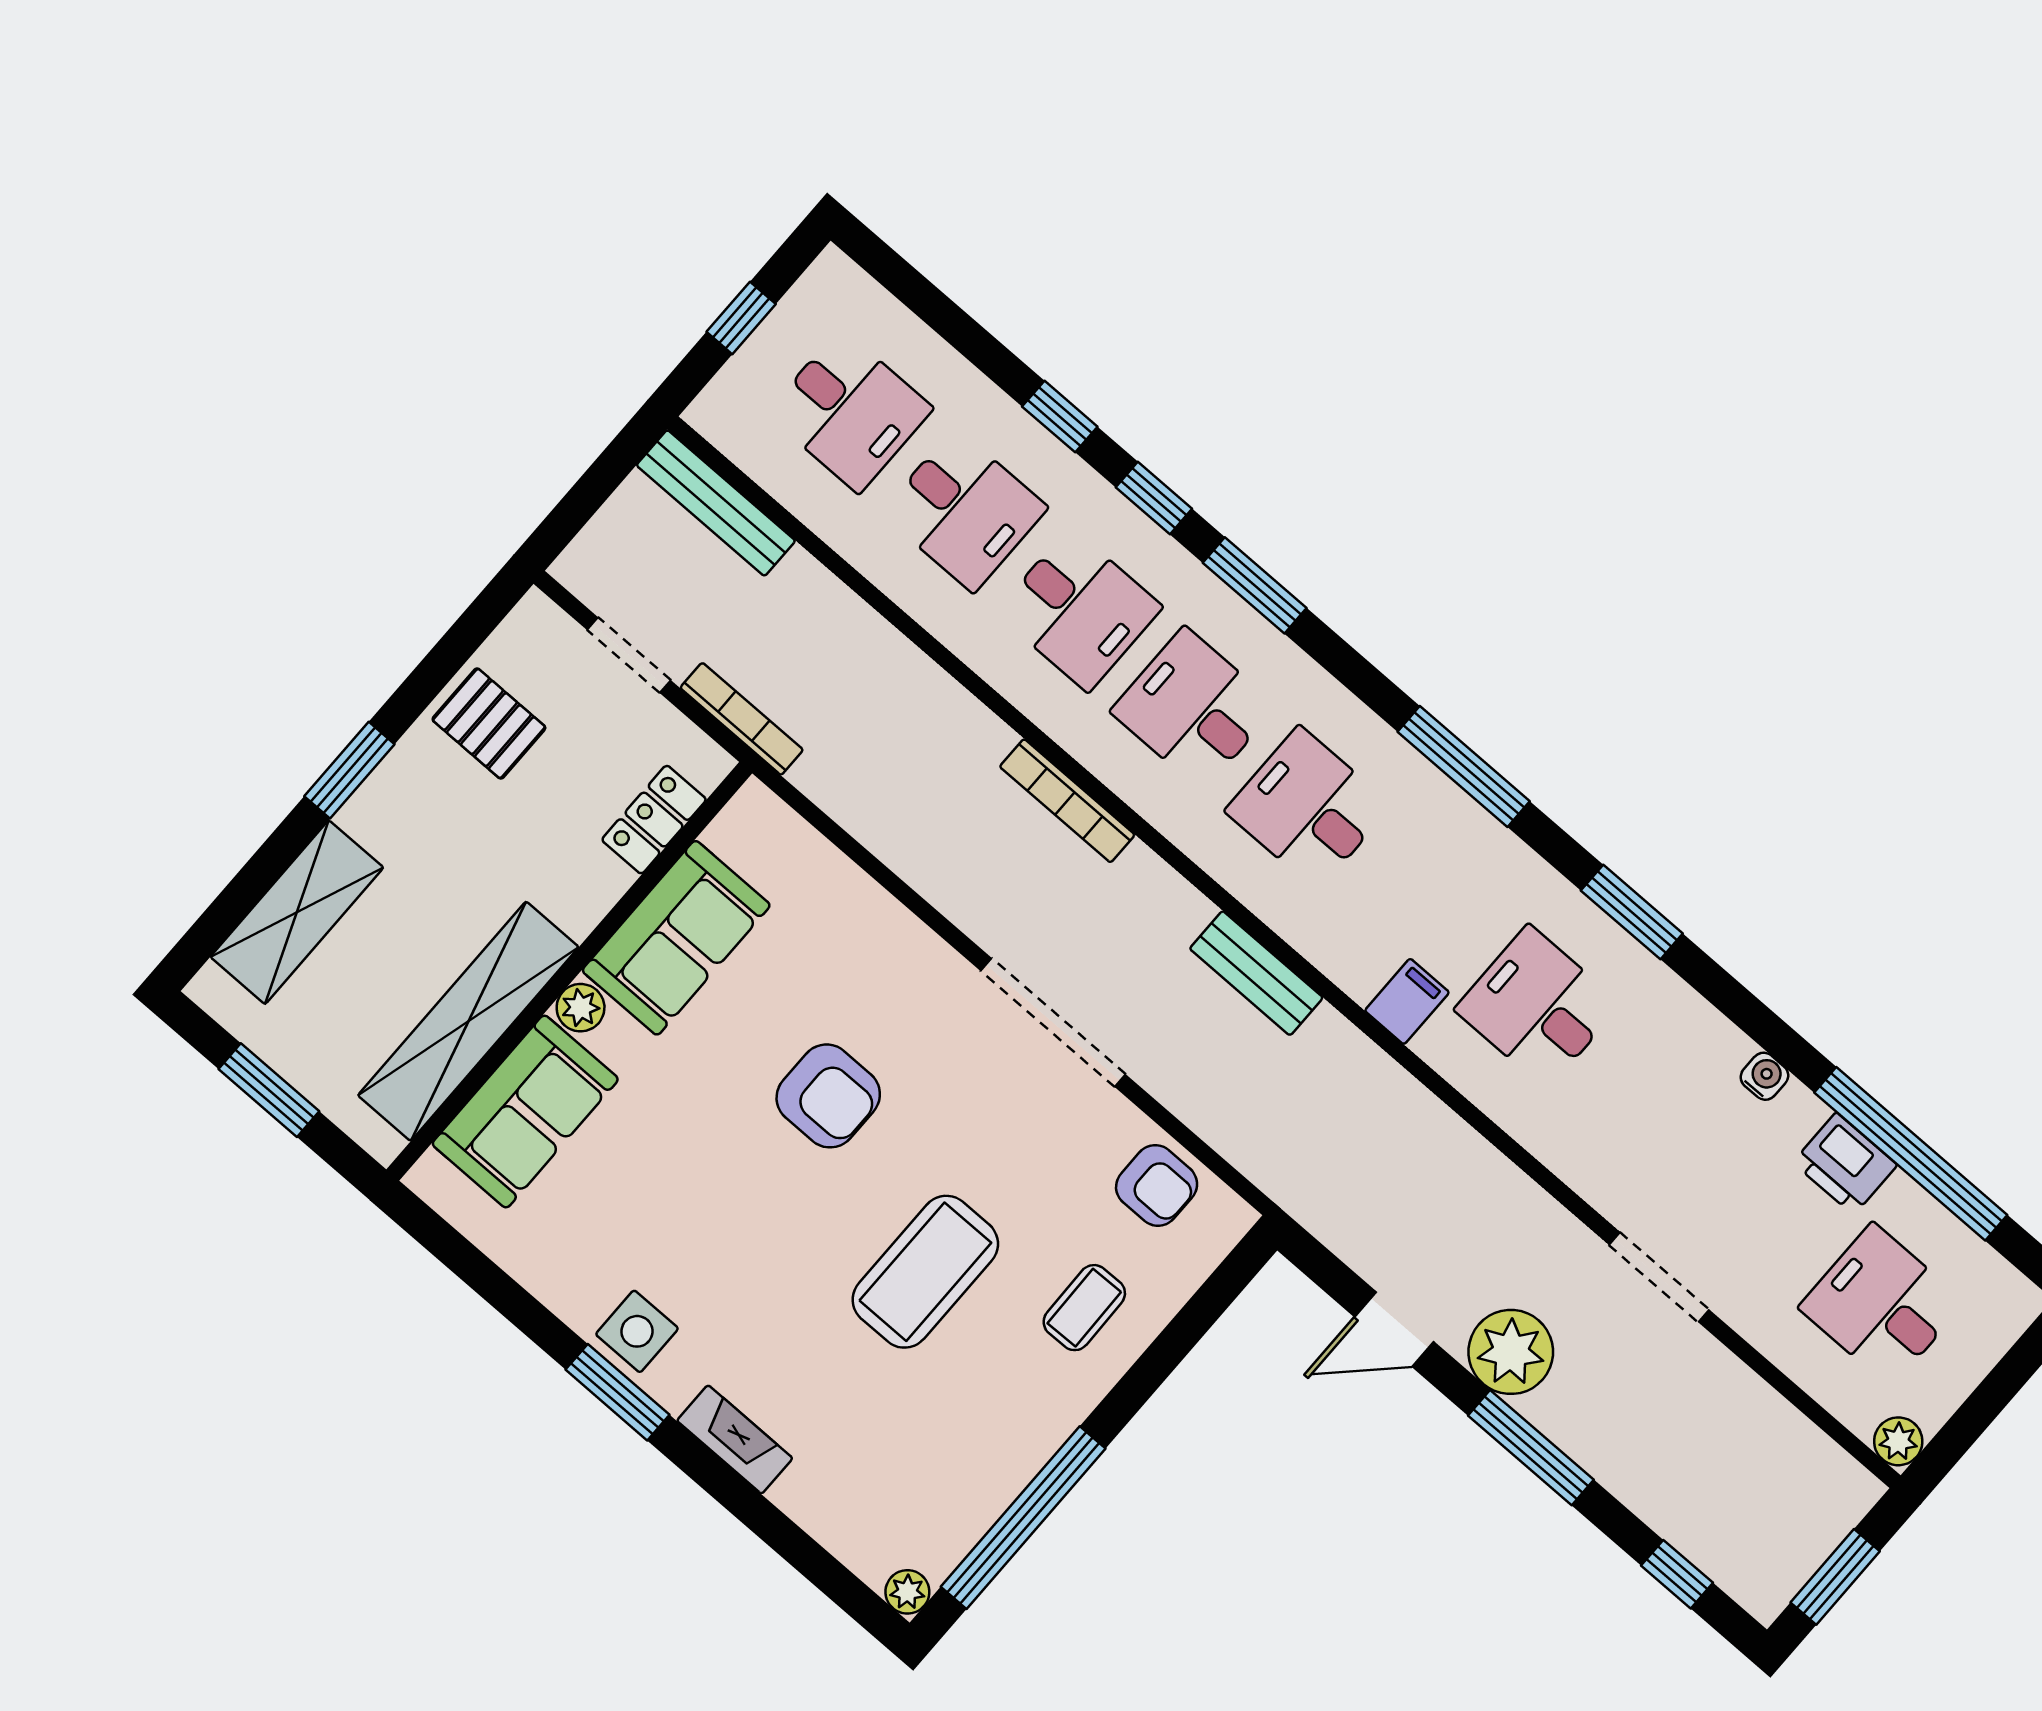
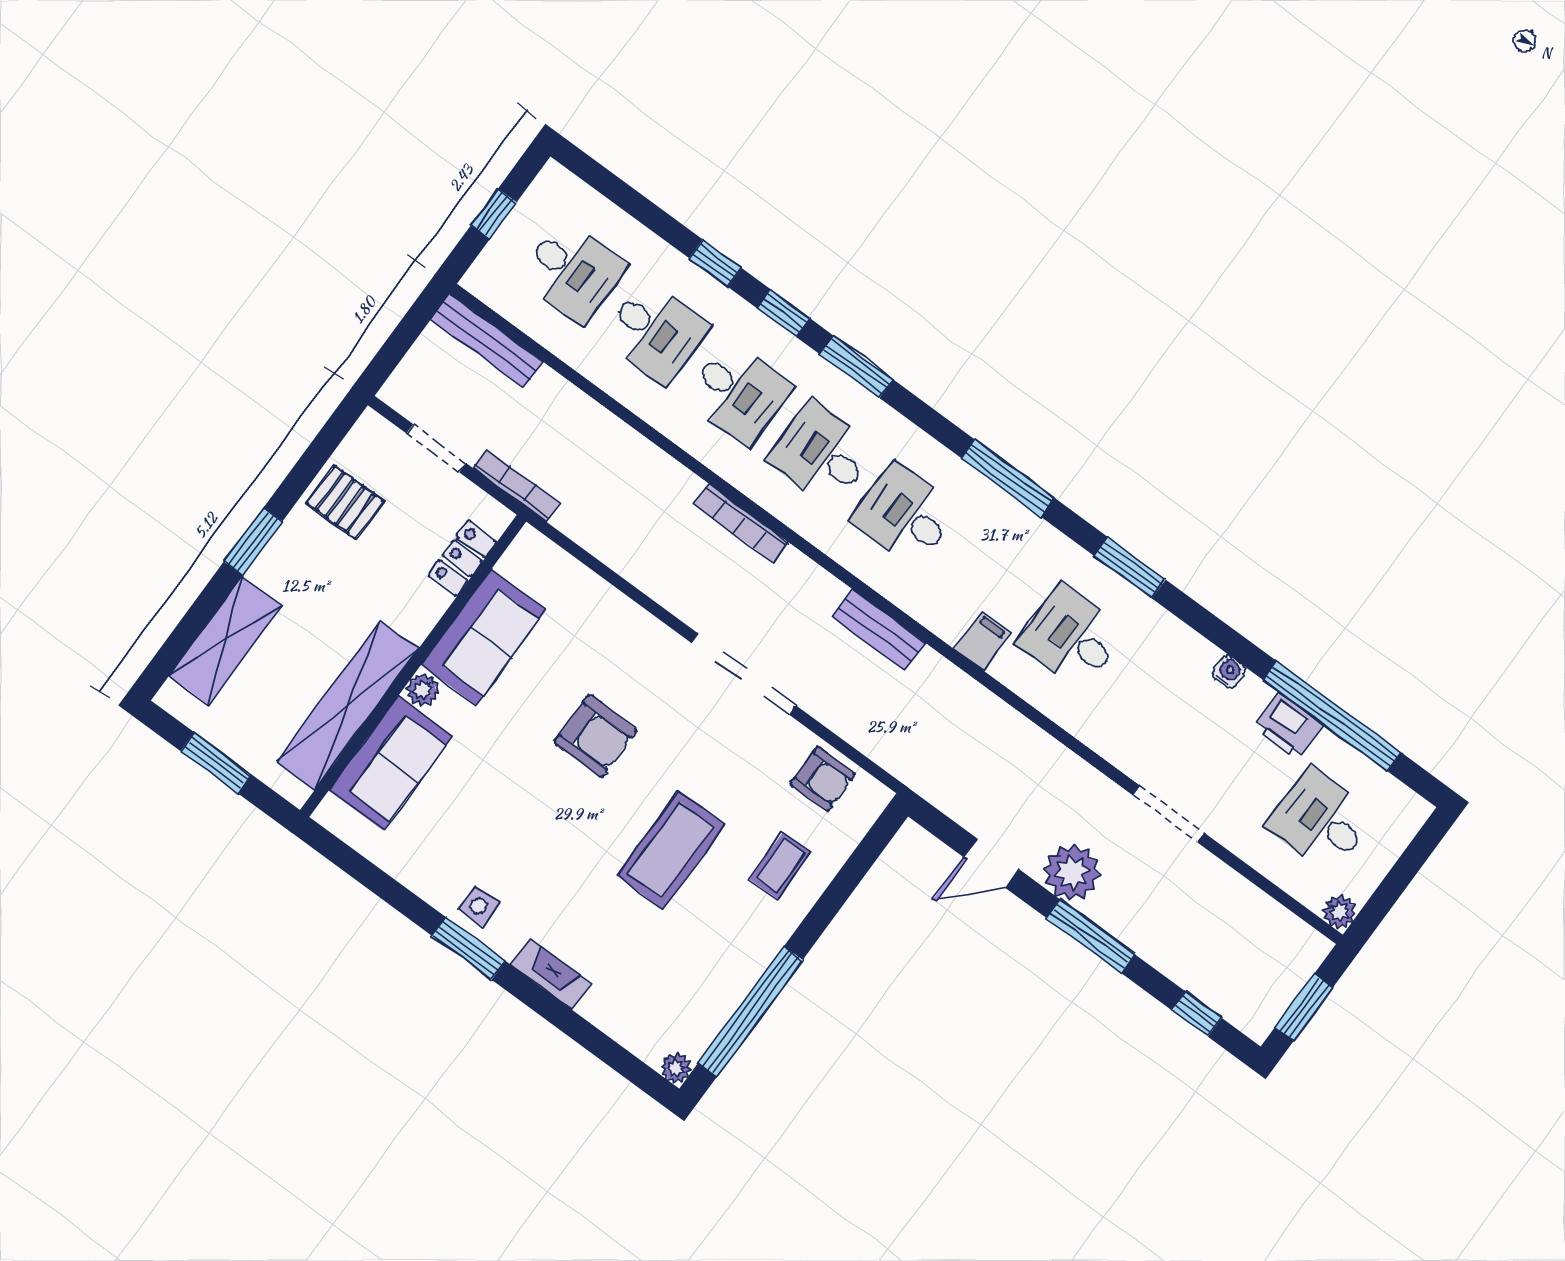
side table: (637, 1331) -> (479, 906), width x0.73, depth x0.73

